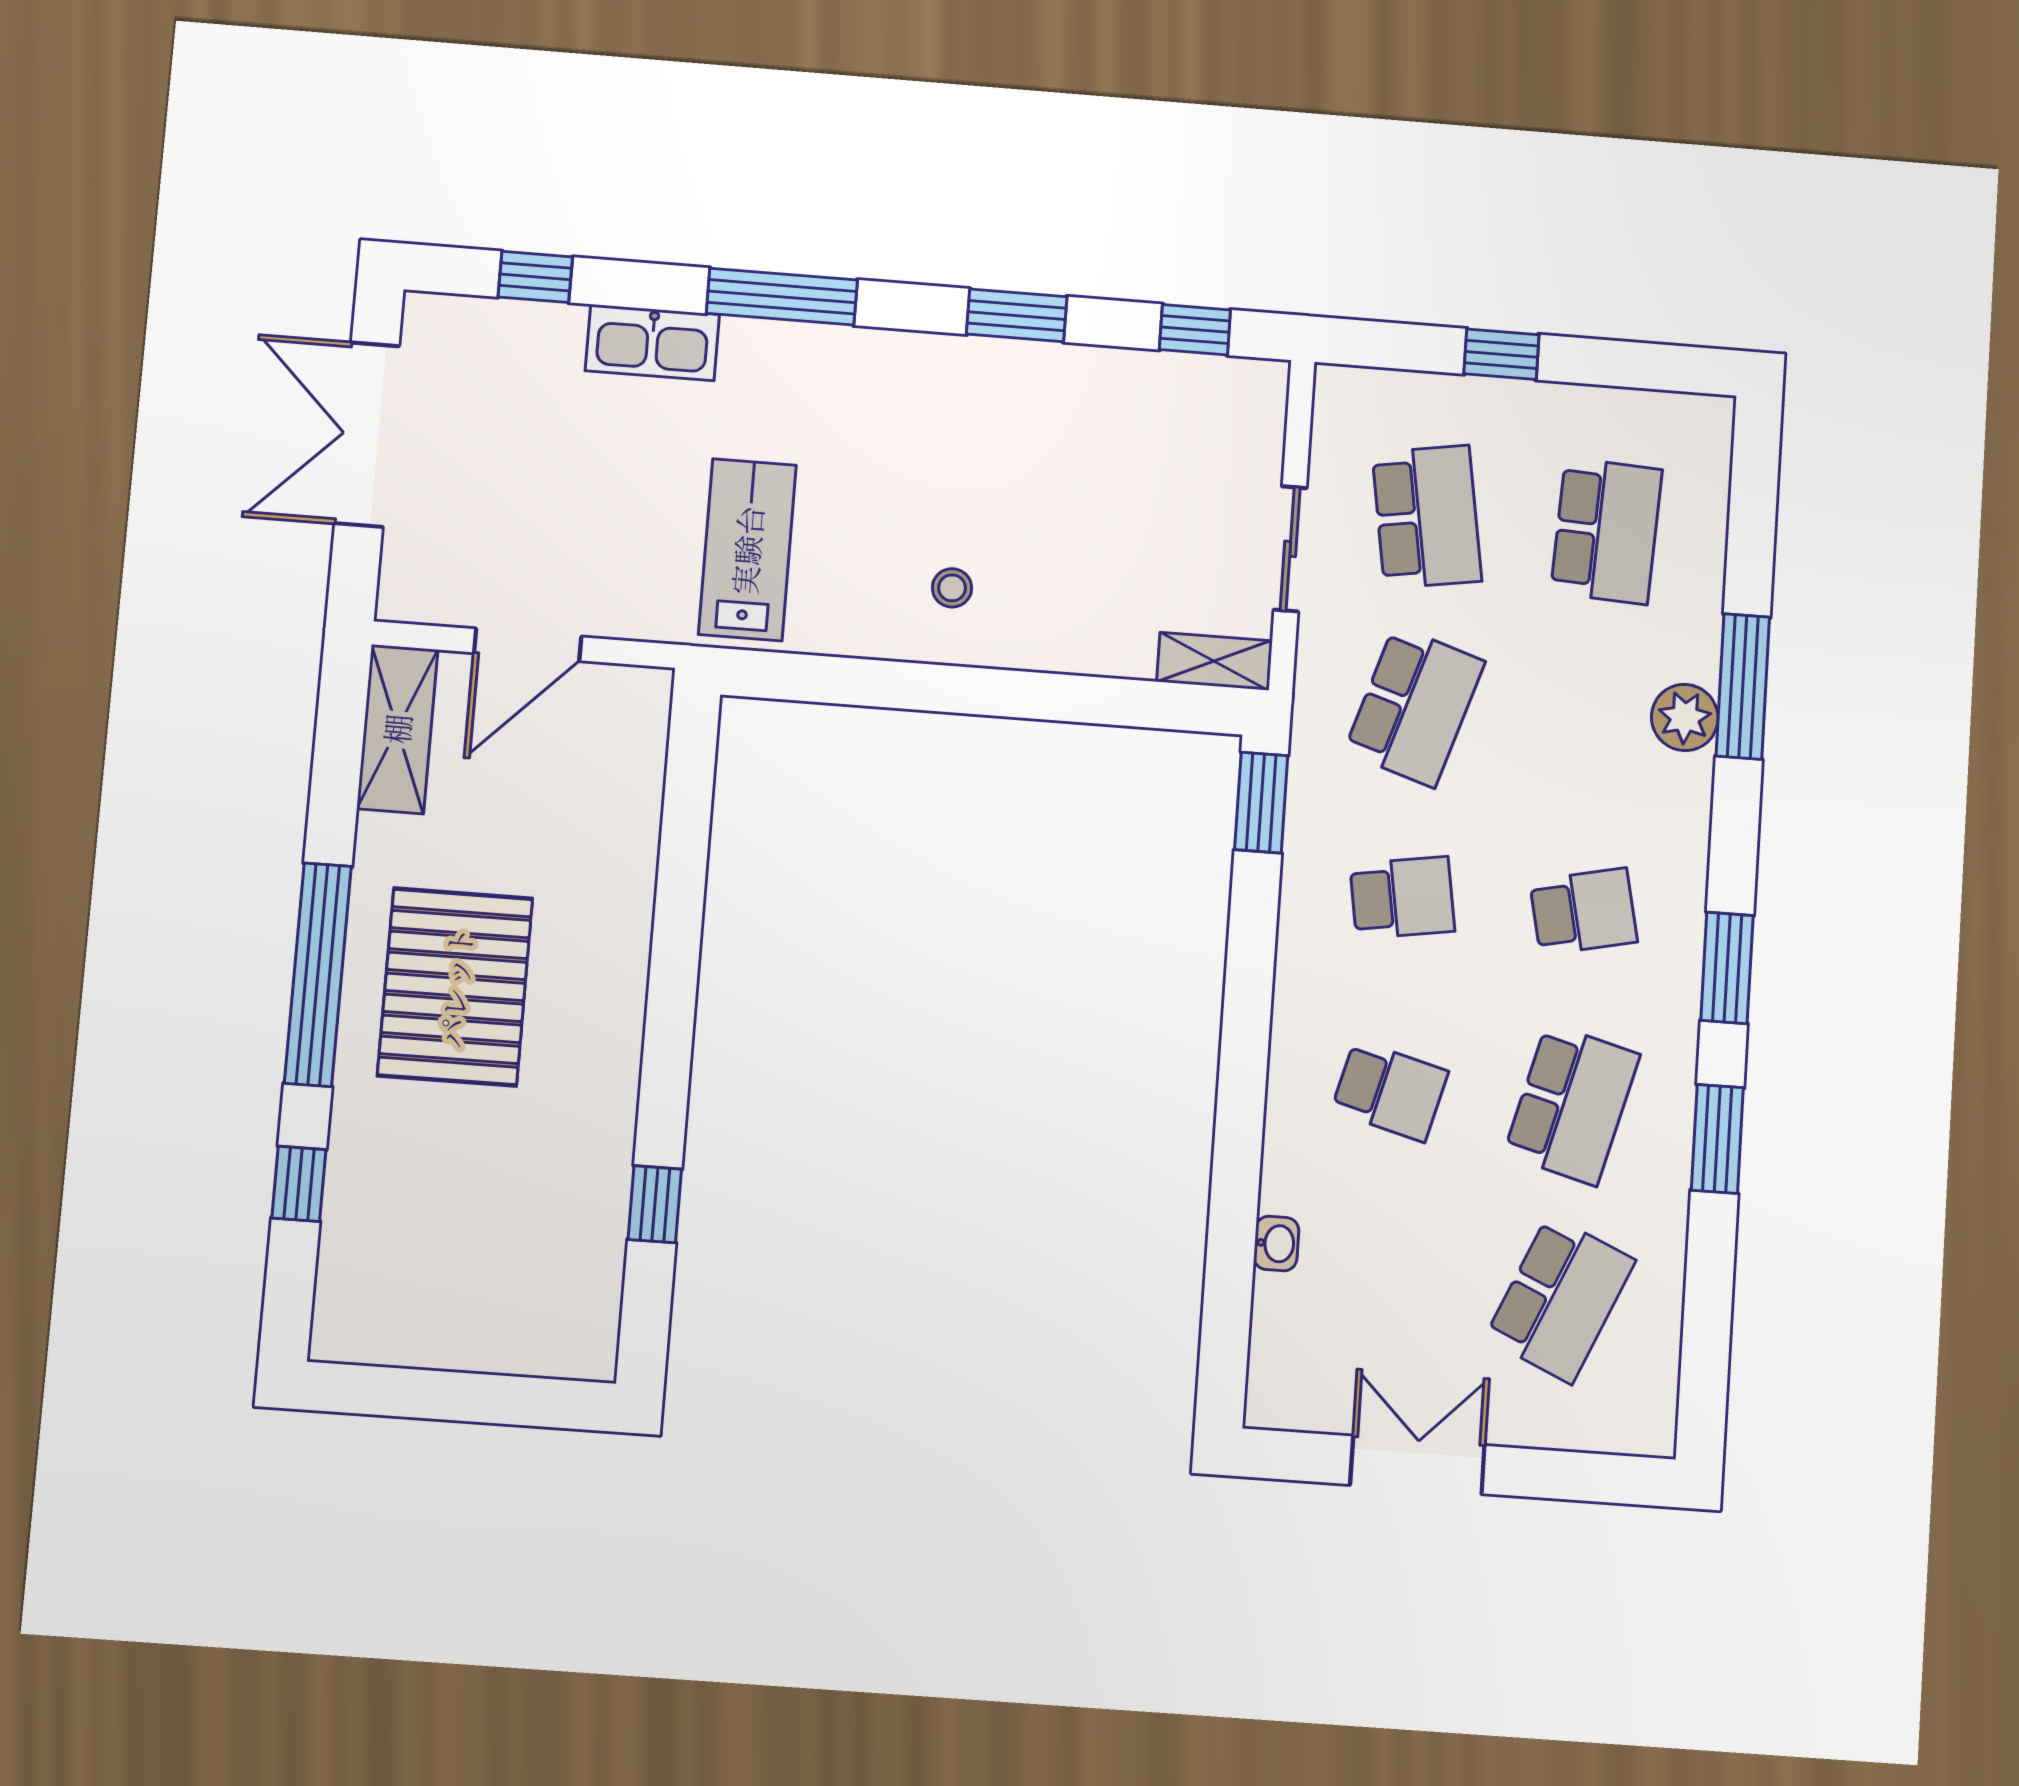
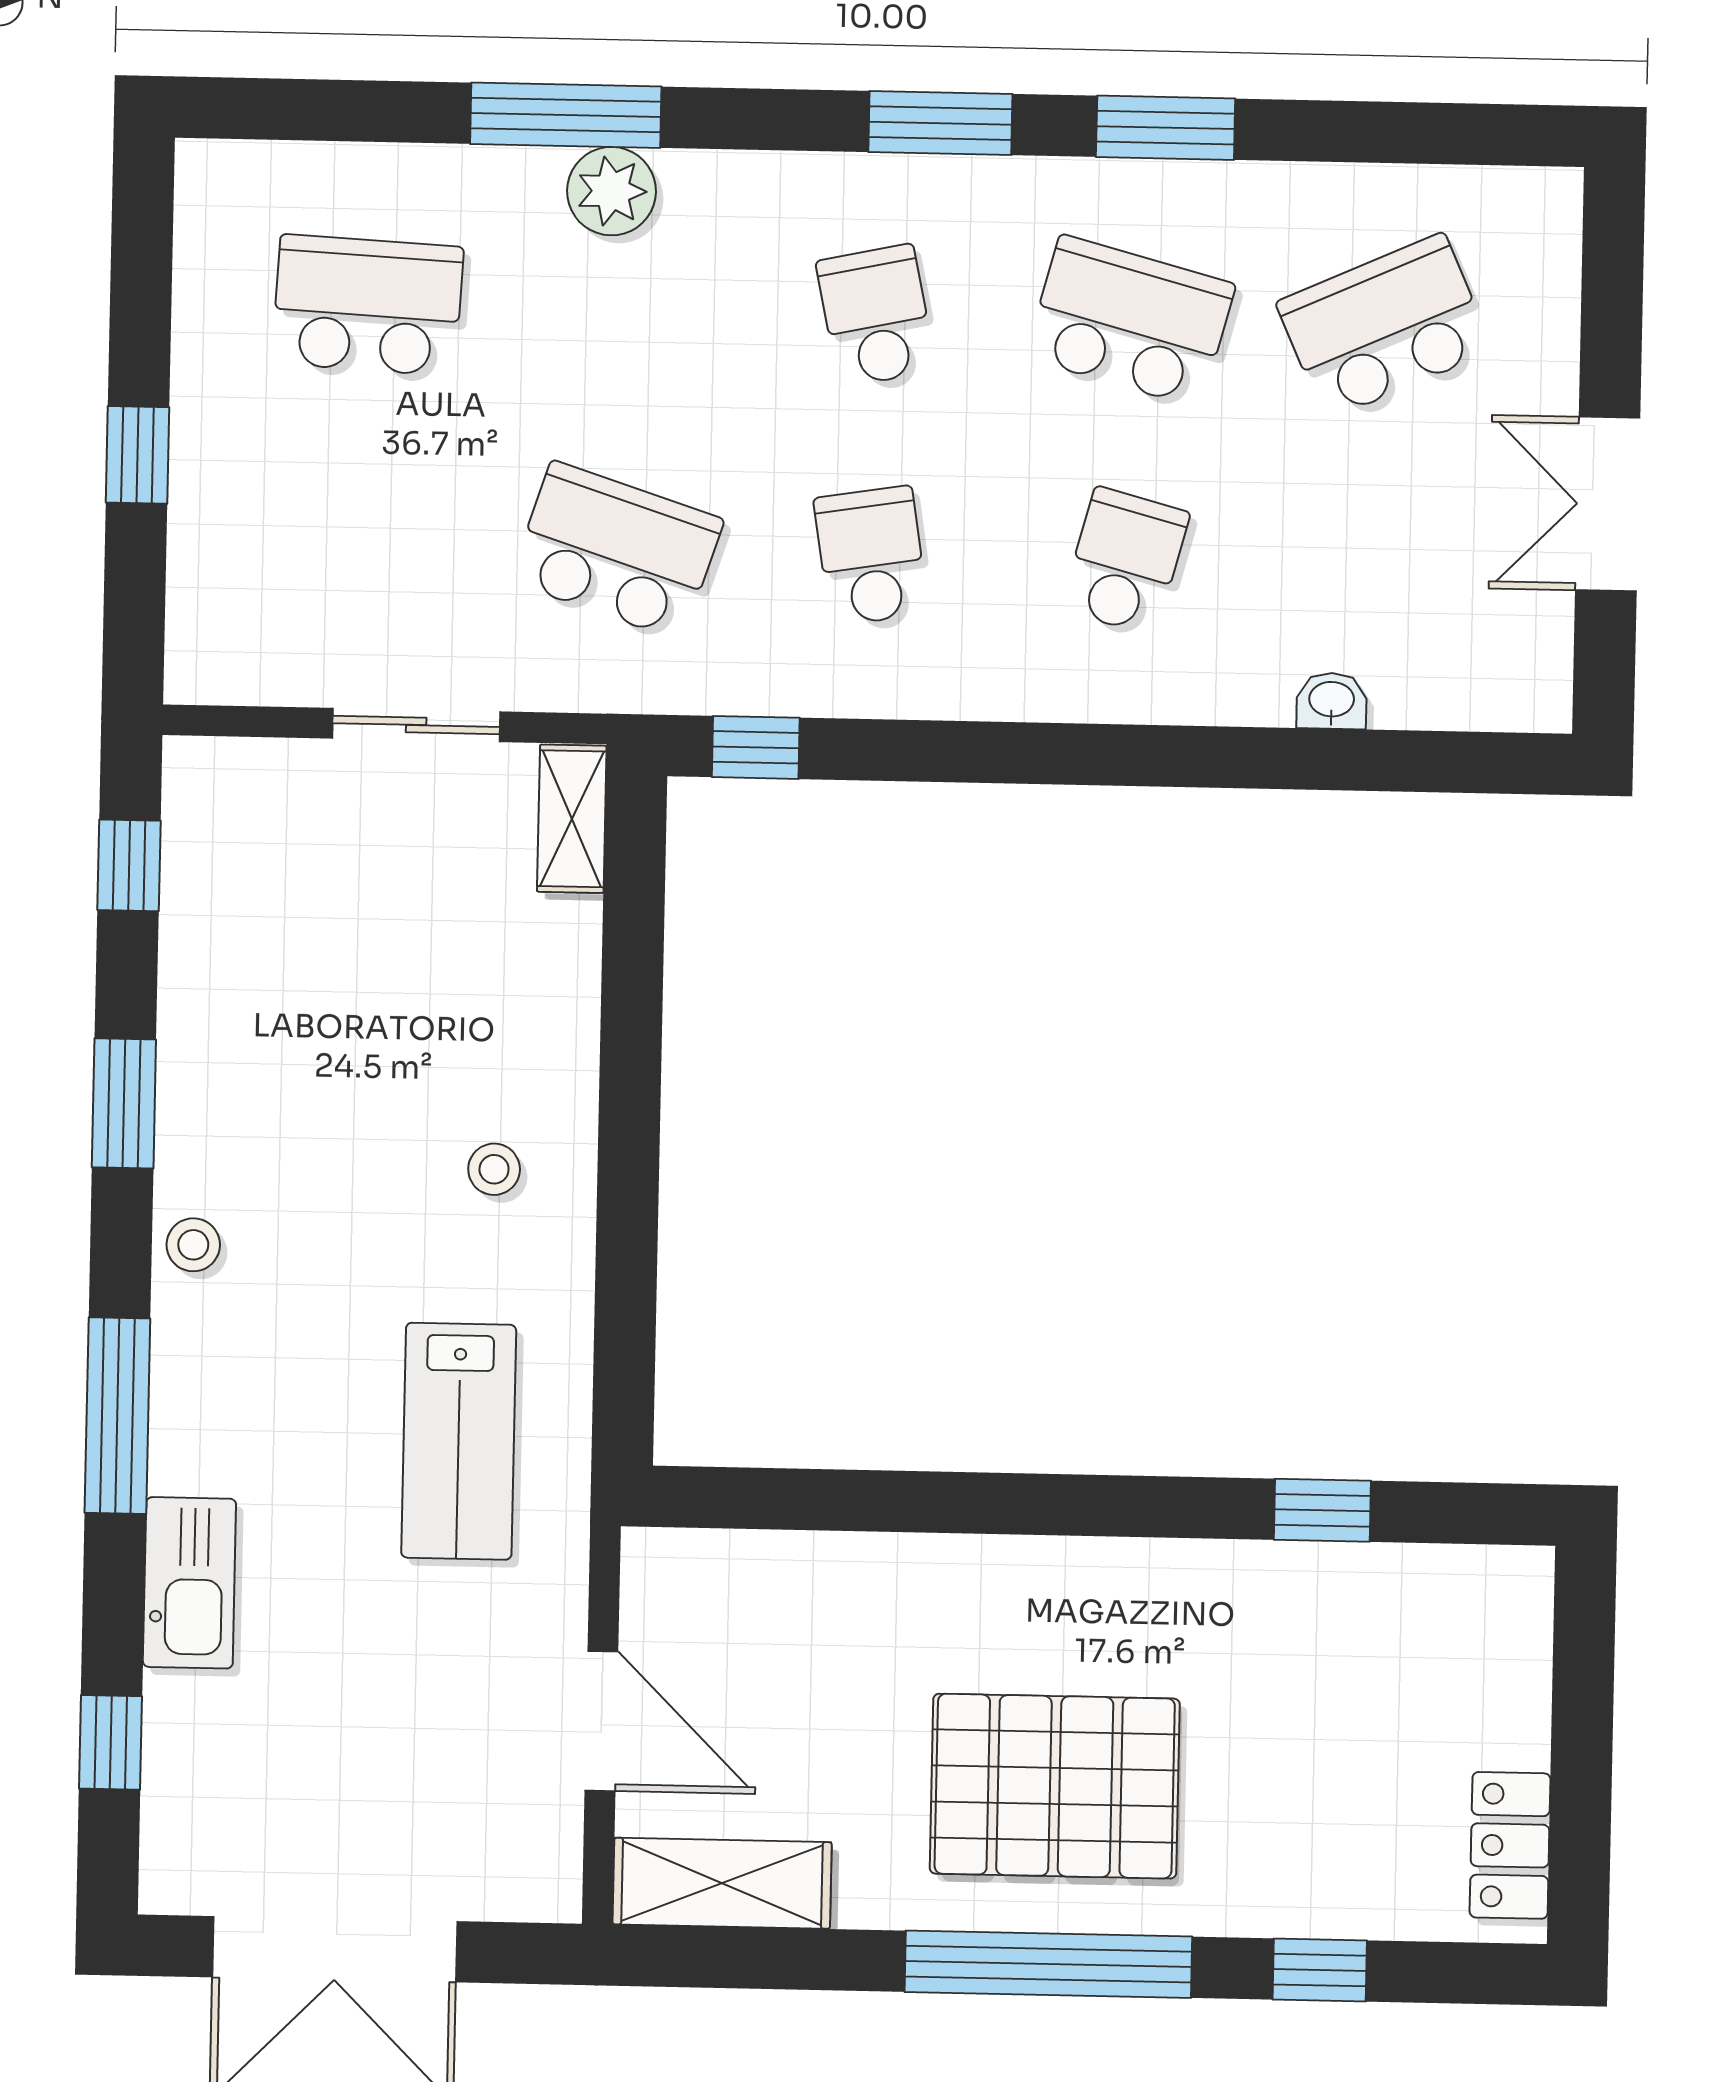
stool: (907, 360) -> (193, 1245), added
school desk: (1427, 517) -> (363, 545), removed
lab bench: (747, 550) -> (459, 1441), turned -90
window: (1261, 803) -> (756, 747), width x0.67
school desk: (1560, 1299) -> (1384, 326), turned -48
locker: (386, 1337) -> (1510, 1845), added

